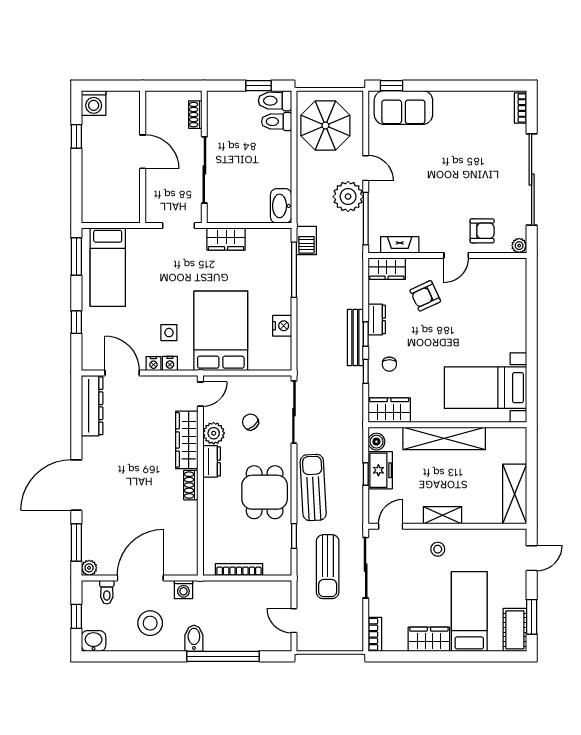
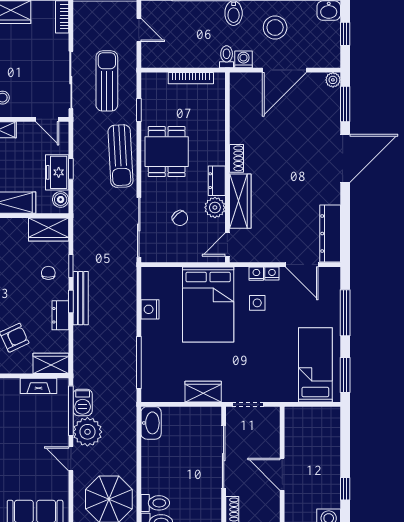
barbecue: (306, 241) -> (83, 402), moved, turned 180
window: (76, 322) -> (345, 313), width x2.17
door: (391, 526) -> (47, 119), hinge flipped
toilet: (107, 592) -> (227, 57), moved

